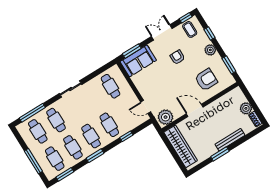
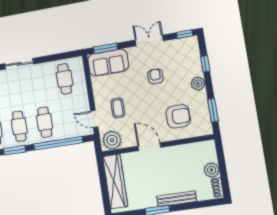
coffee table: (190, 29) -> (118, 108), moved
window: (126, 136) -> (58, 143), width x3.17

